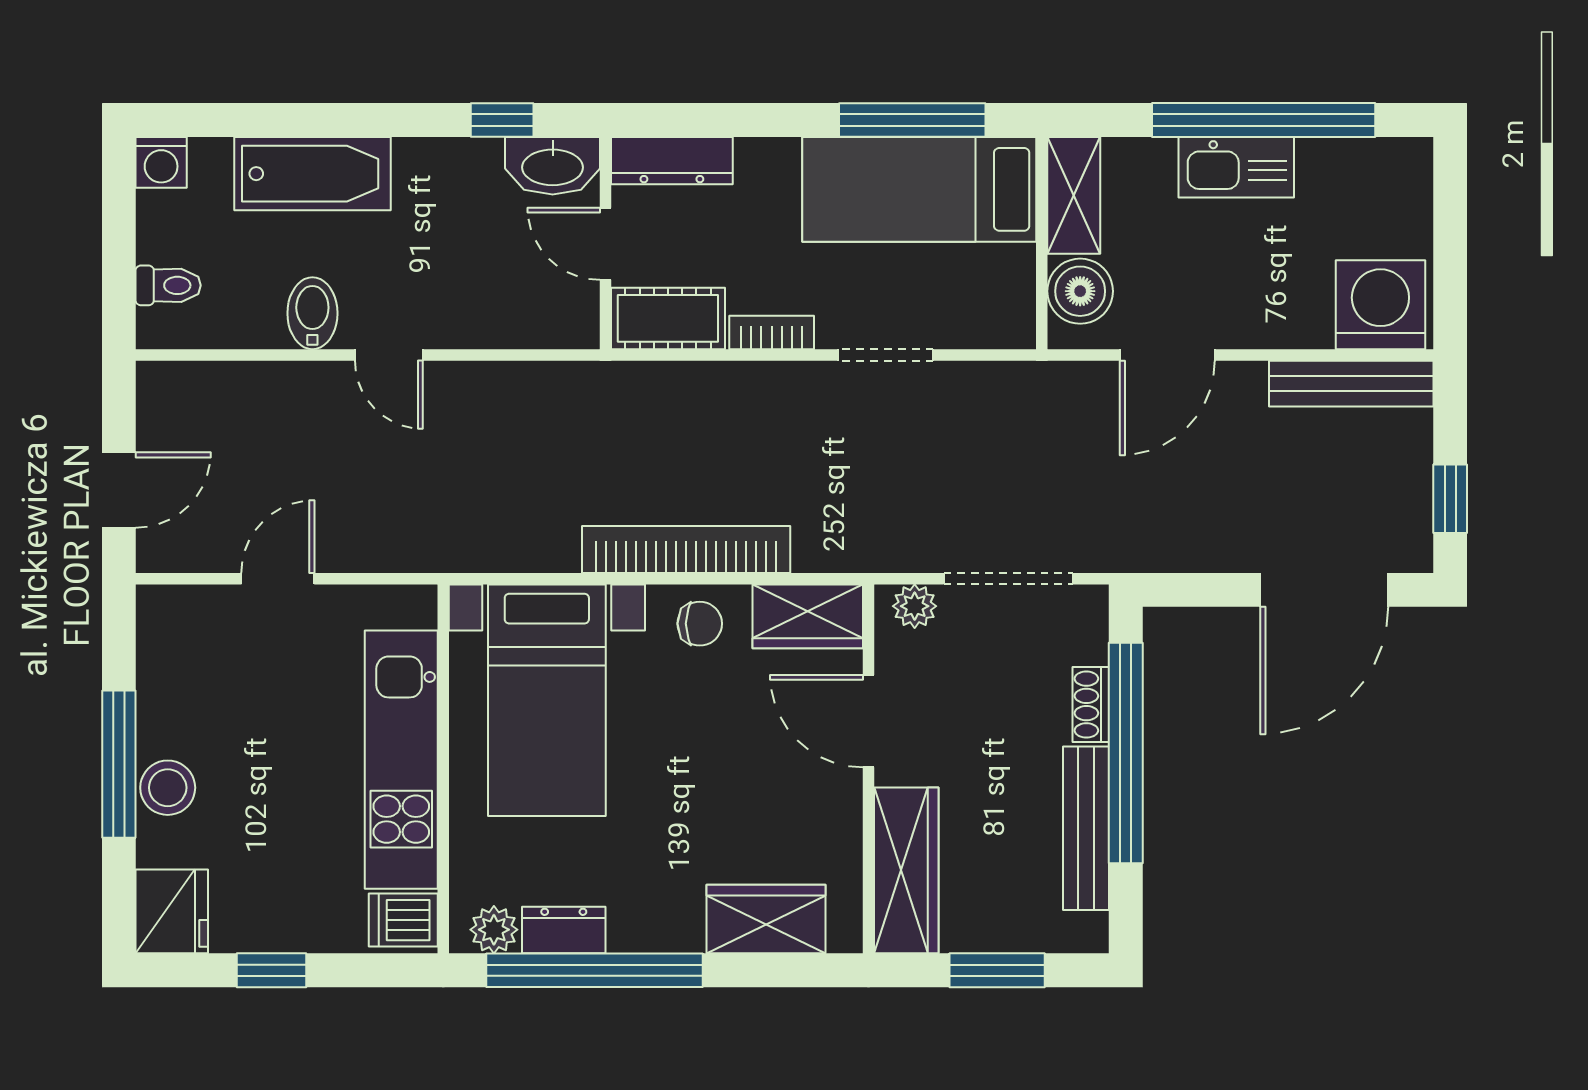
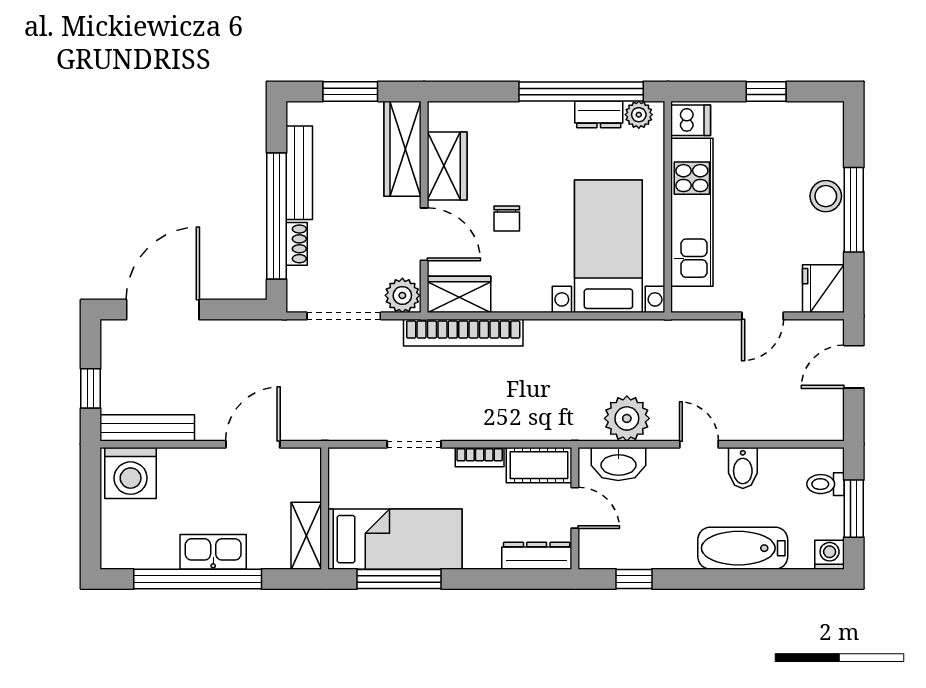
washbasin: (553, 166) -> (618, 464), moved, turned 180
window: (119, 243) -> (854, 509), added
boiler: (1080, 291) -> (303, 481), removed
plant: (515, 400) -> (627, 418), added
window: (1450, 499) -> (91, 388), moved
bookcase: (686, 549) -> (463, 333), moved
plant: (915, 606) -> (402, 295), width x1.38, depth x1.38
chair: (700, 624) -> (507, 218), moved, turned -90
fridge: (172, 911) -> (823, 289), moved
wardrobe: (766, 919) -> (447, 166), moved, turned -90

